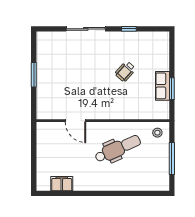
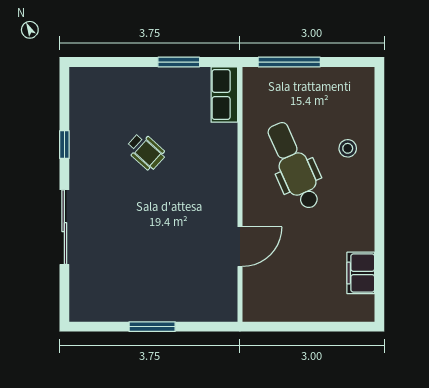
row of seats: (162, 86) -> (224, 95), moved, turned 90
stool: (157, 133) -> (348, 148), moved
window: (172, 159) -> (289, 62), moved

